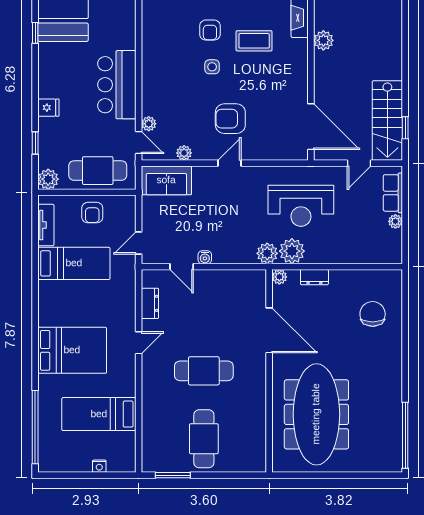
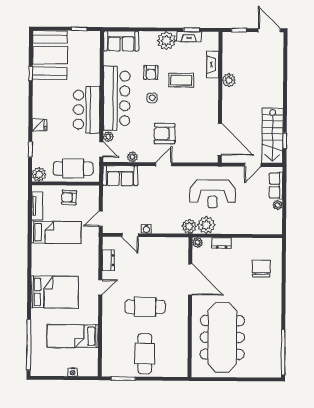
bar counter: (160, 68) -> (117, 98), added
armchair: (92, 213) -> (69, 197), turned 93

